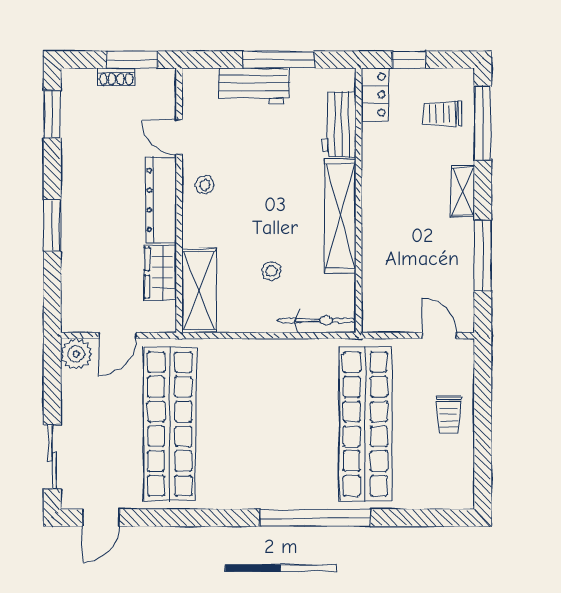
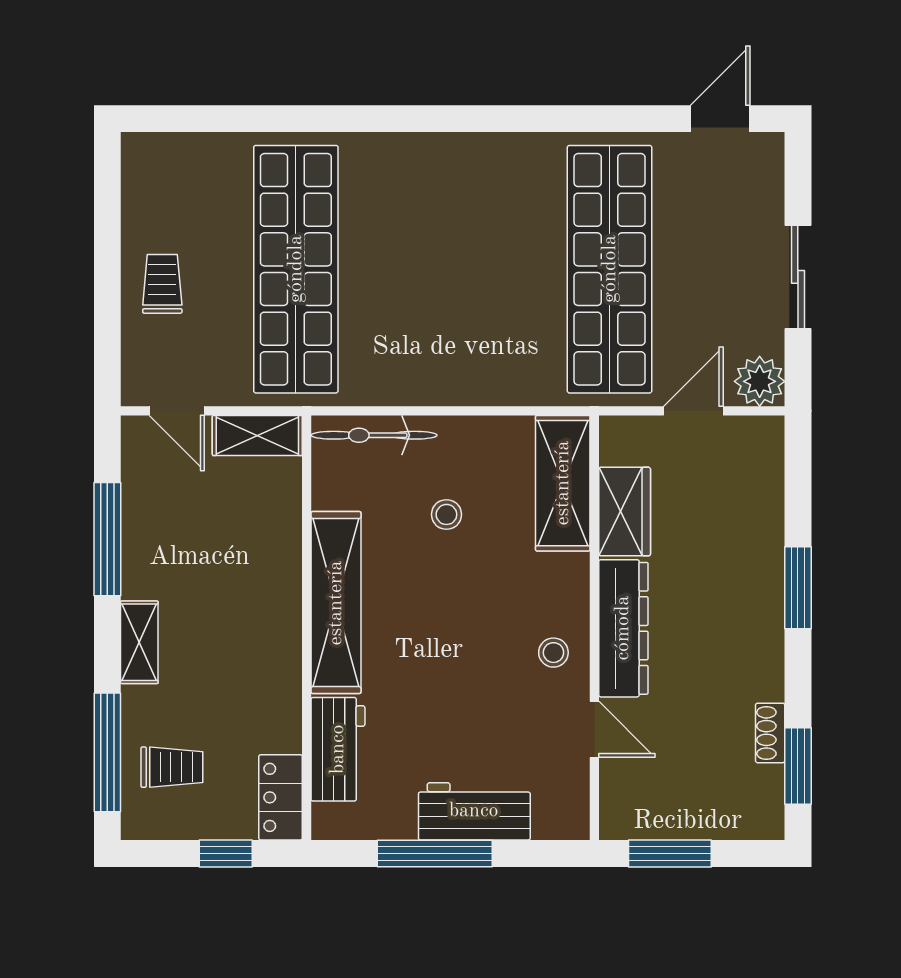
shoe rack: (116, 77) -> (770, 733), moved, turned -90
shelving: (389, 320) -> (257, 435), added
sliding door: (52, 457) -> (798, 277), moved
window: (315, 518) -> (376, 119), removed

